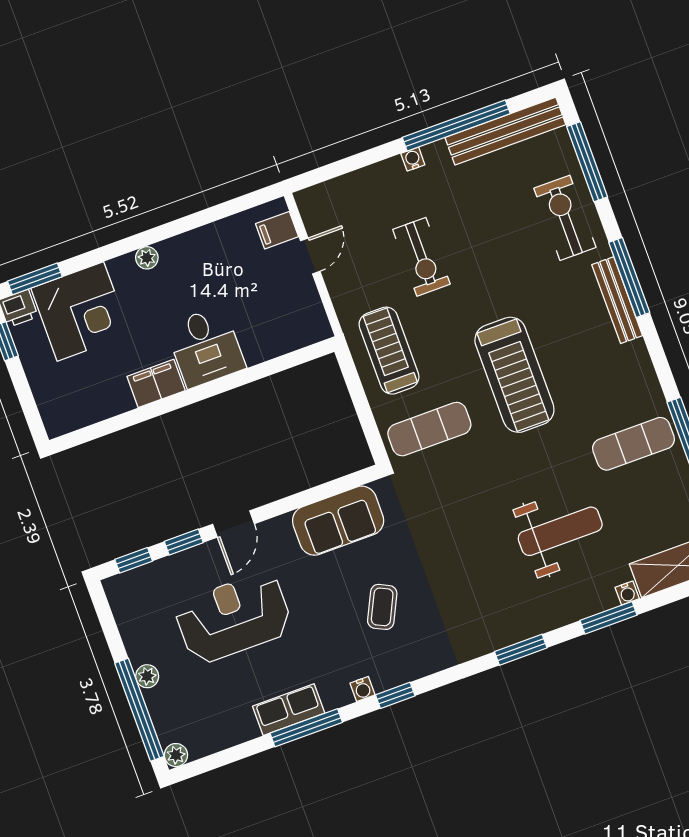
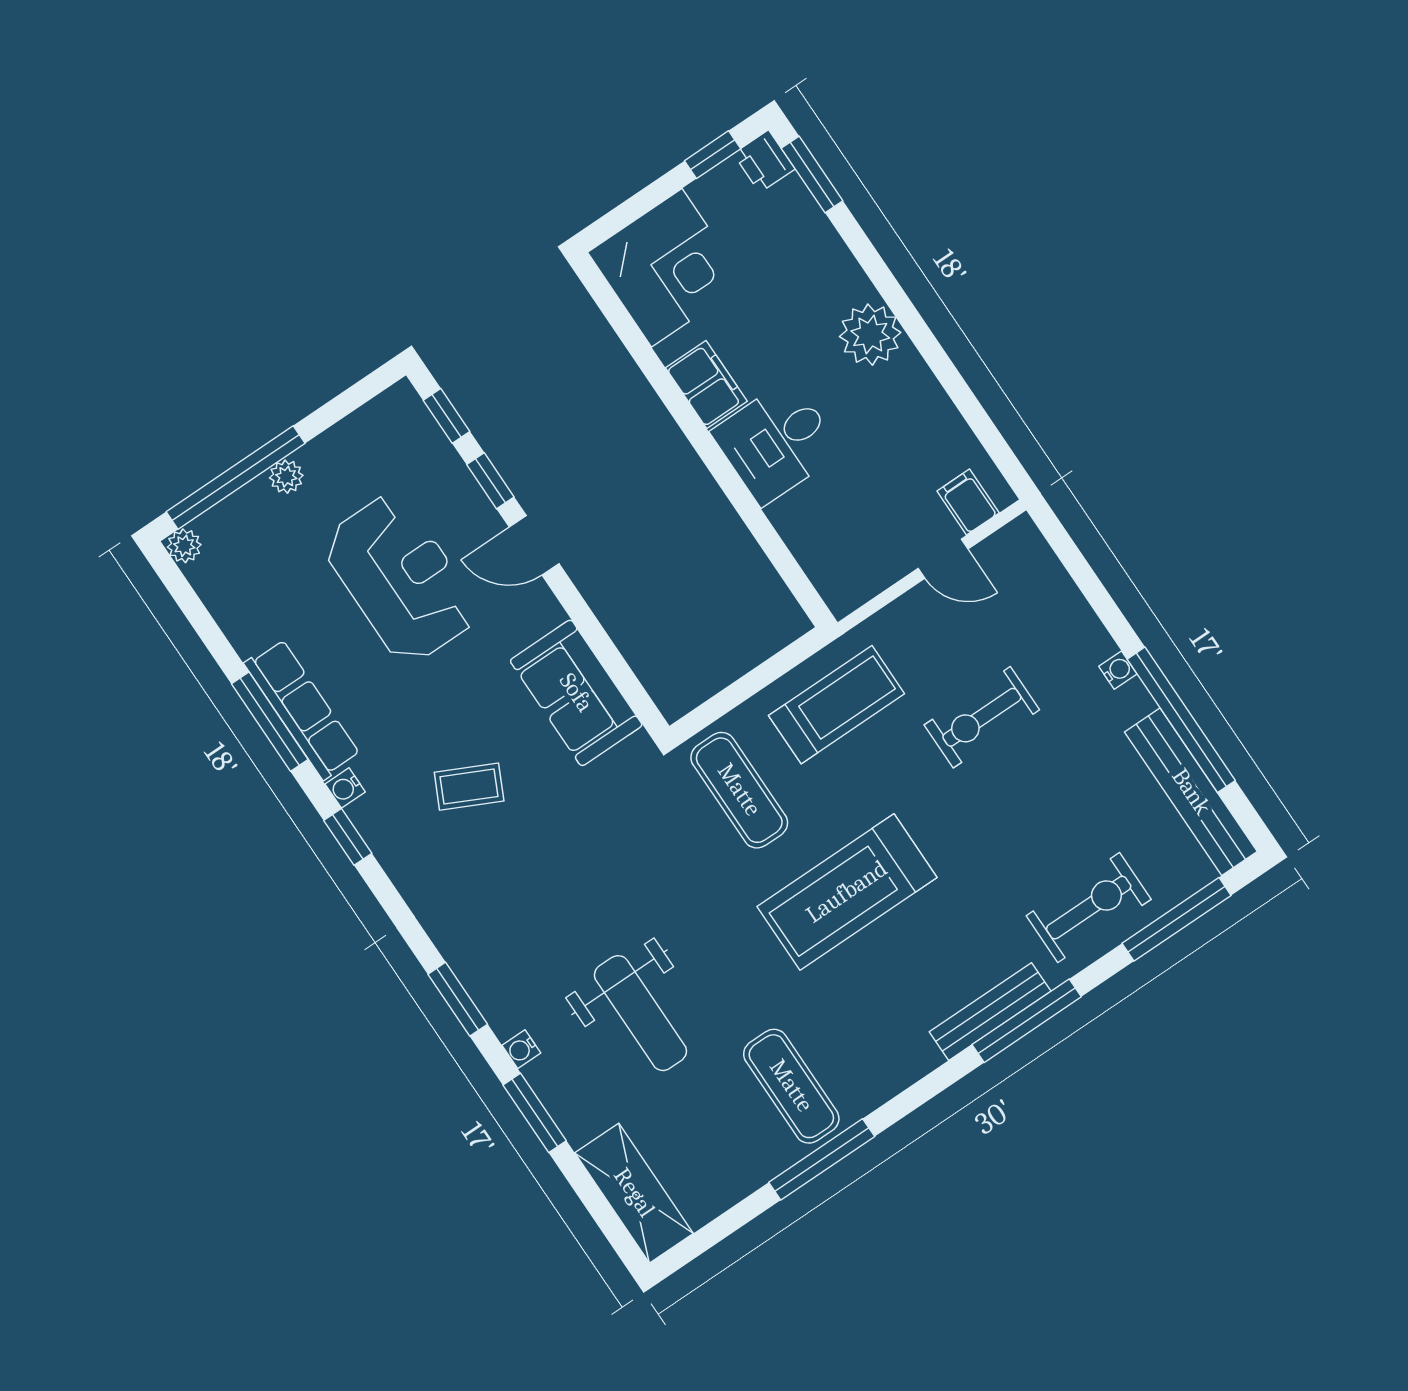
plant: (147, 258) -> (870, 335), width x1.88, depth x1.88
corner desk: (80, 311) -> (667, 268), moved, turned -90
water cooler: (627, 593) -> (521, 1049), moved
row of seats: (289, 710) -> (302, 709), width x1.48

